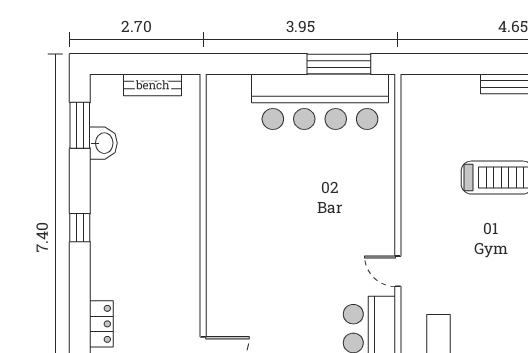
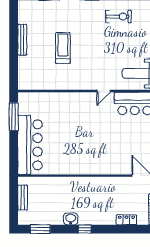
bar counter: (320, 102) -> (30, 145), moved
washbasin: (103, 143) -> (71, 219), moved

